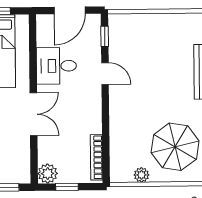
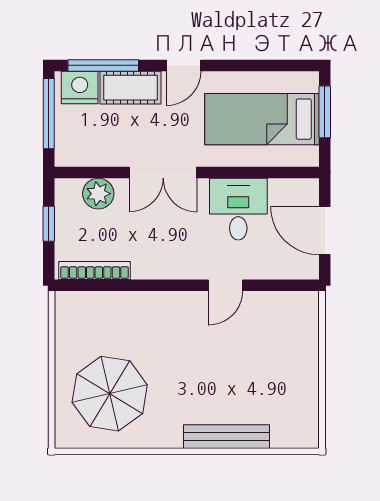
window: (105, 36) -> (284, 285), removed
plant: (48, 174) -> (98, 194), moved
plant: (141, 175) -> (66, 340), removed

